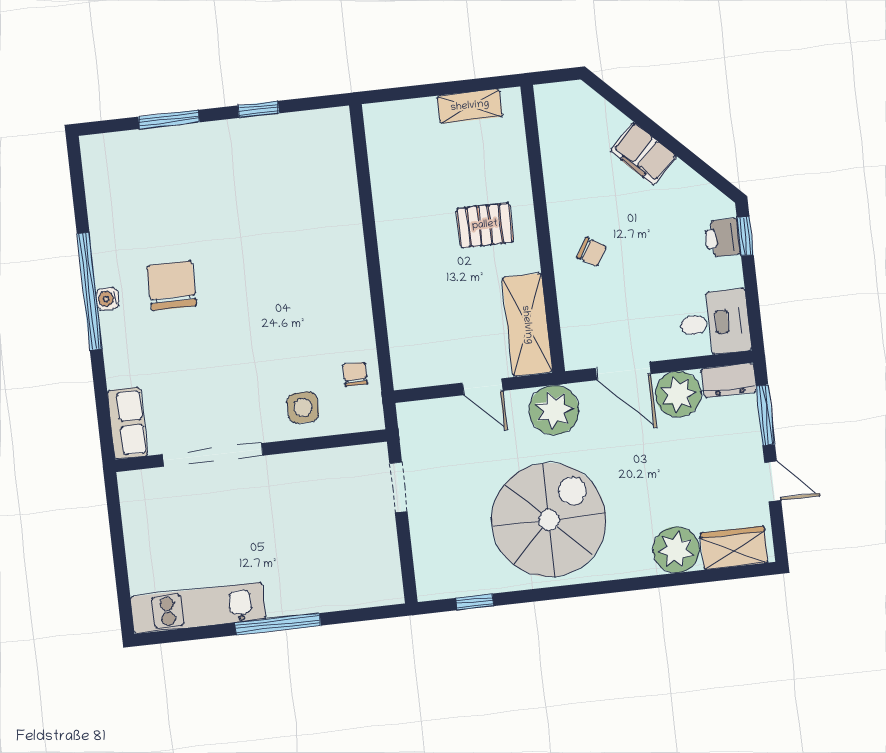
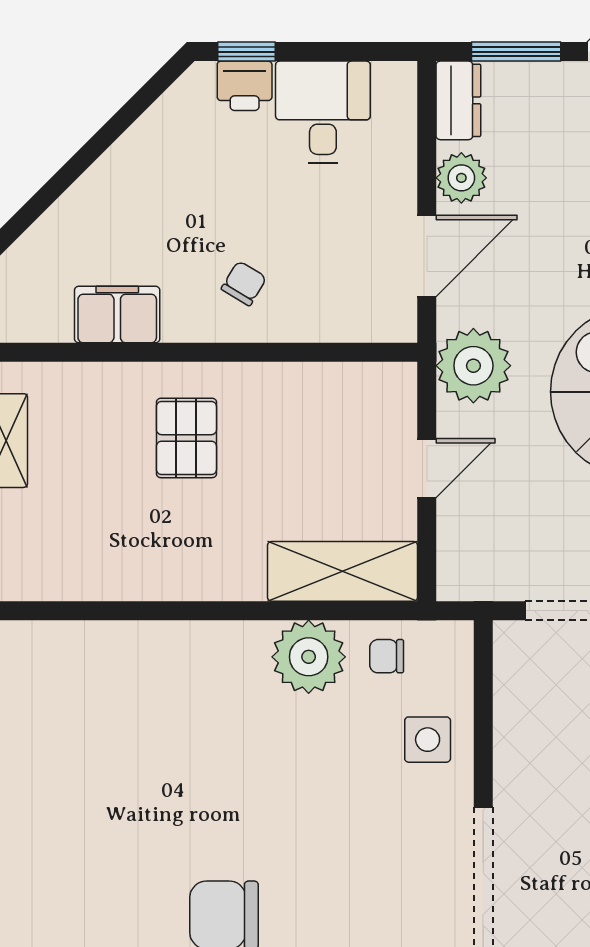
filing cabinet: (644, 154) -> (117, 315), moved, turned -135
plant: (349, 323) -> (309, 657), added
desk: (715, 323) -> (323, 112), moved
shelving: (527, 325) -> (343, 571), moved
plant: (678, 394) -> (461, 178), width x0.73, depth x0.73

